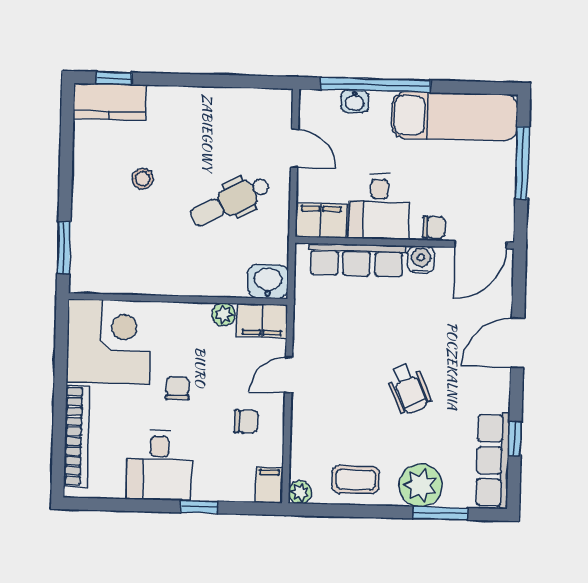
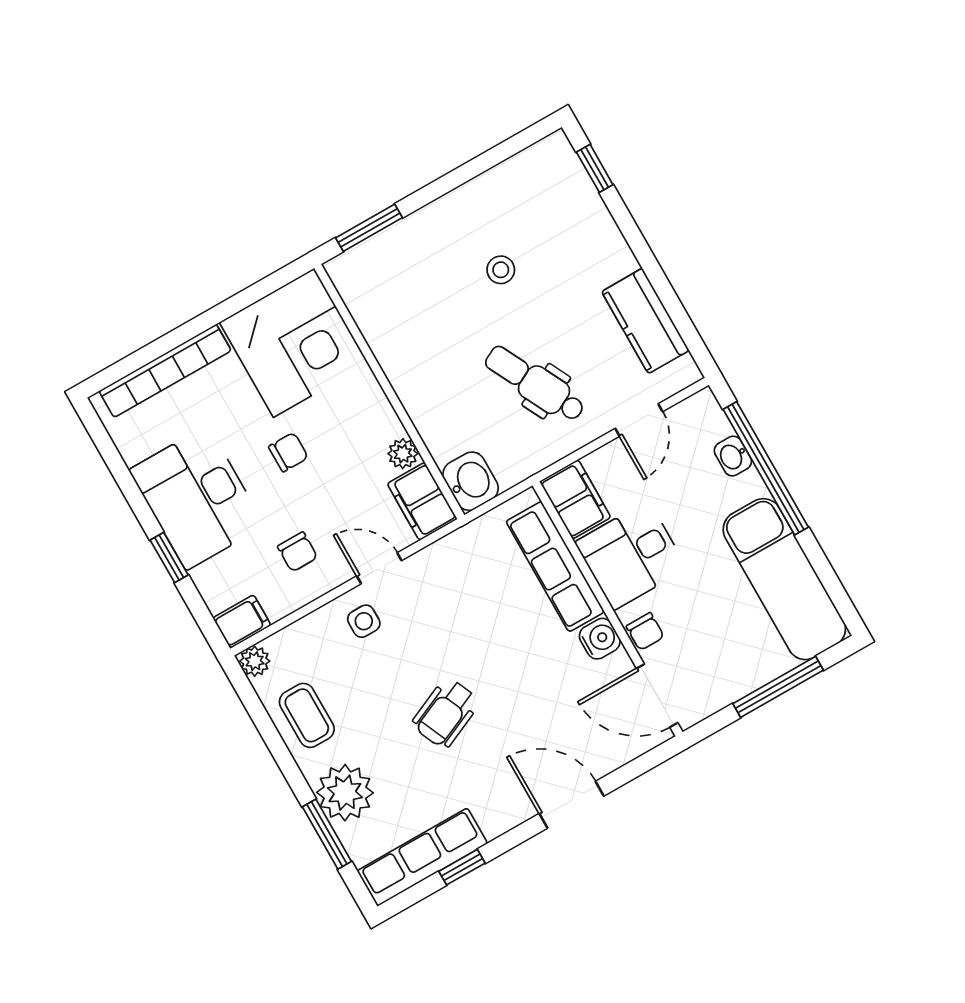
kitchen counter: (109, 102) -> (645, 321), moved
side table: (317, 406) -> (364, 621), added
desk: (159, 465) -> (197, 498), width x1.37

